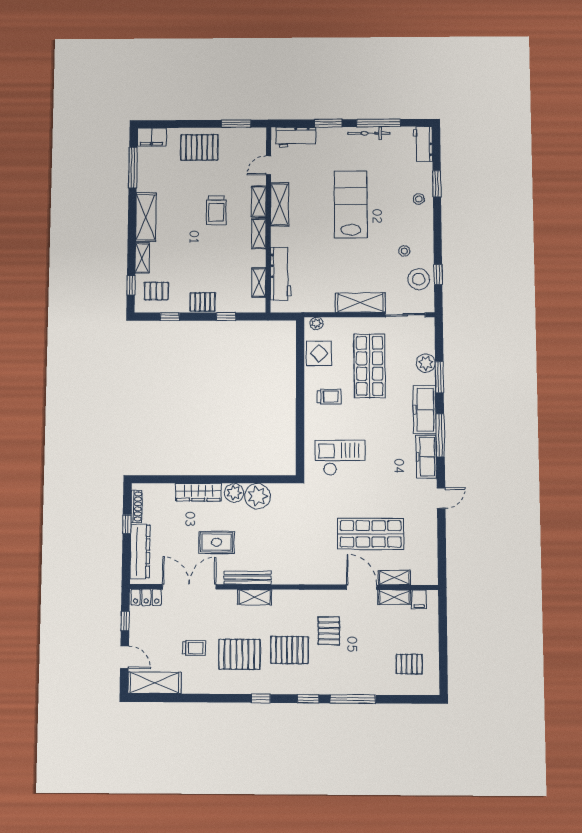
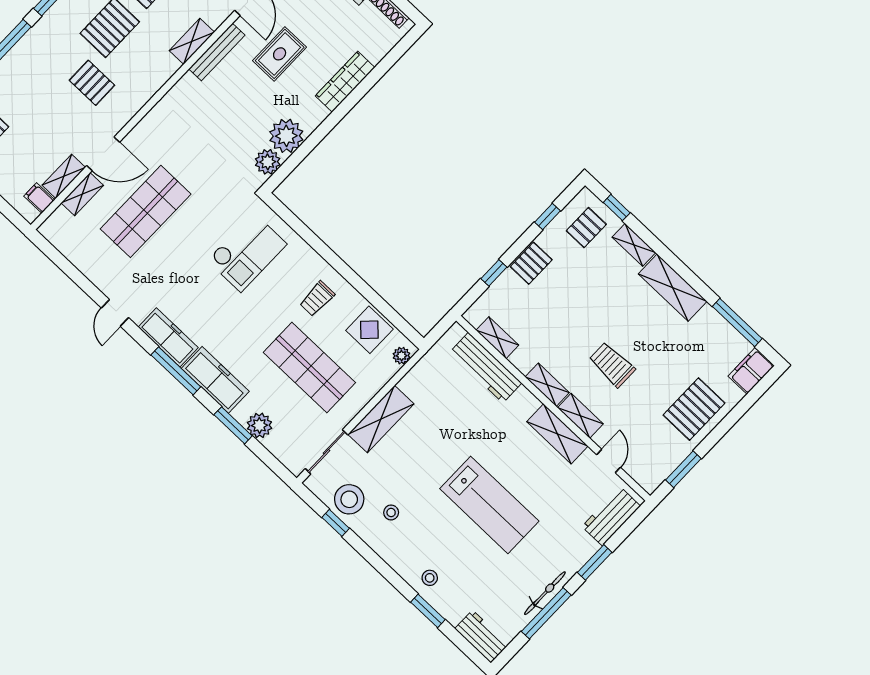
plant: (234, 493) -> (268, 162), moved

